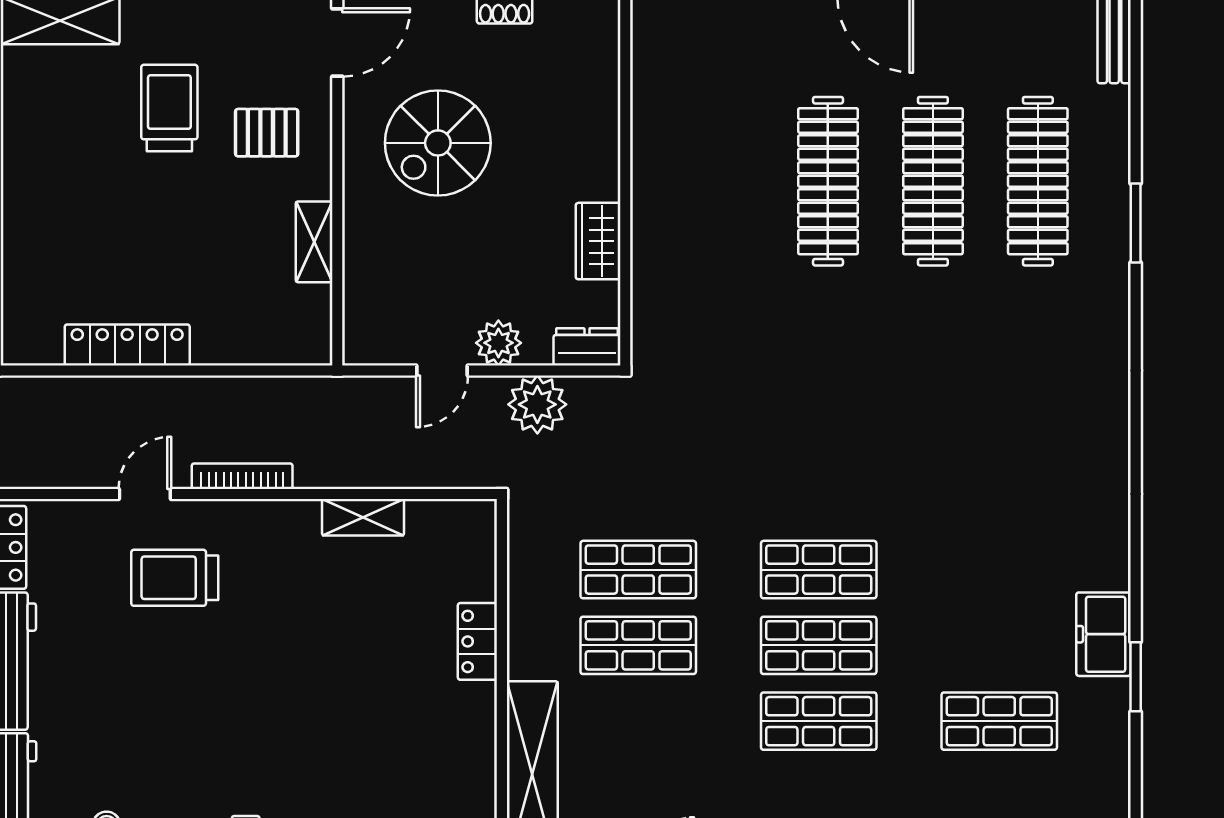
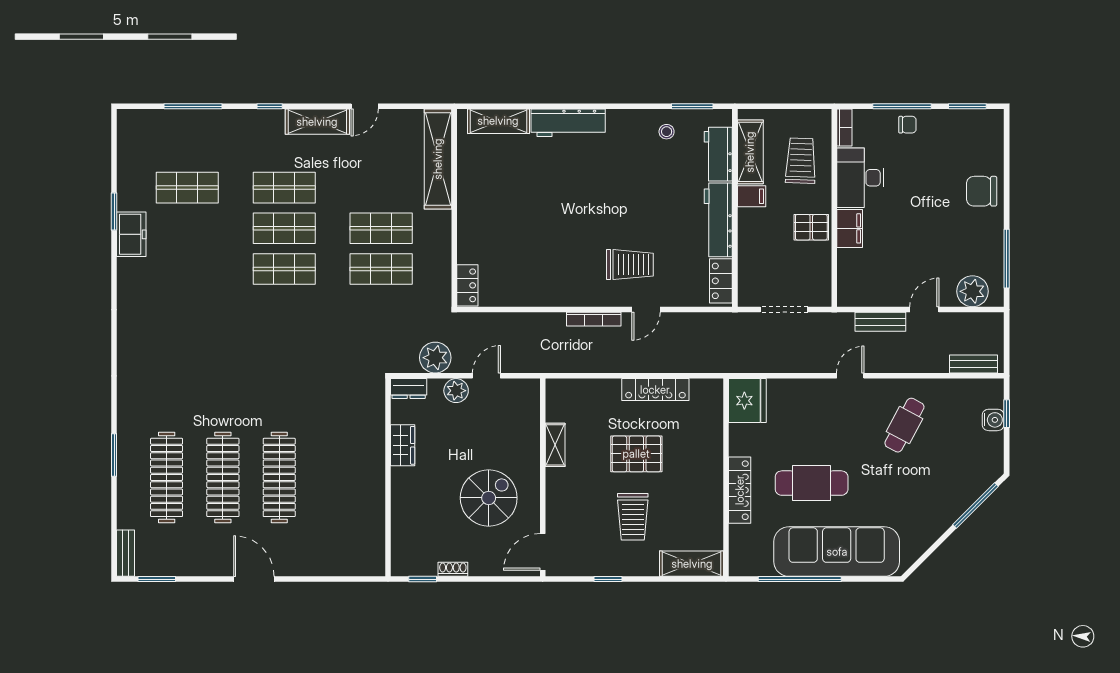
pallet: (267, 133) -> (636, 454), moved, width x1.50, depth x1.42
shelving: (363, 517) -> (529, 297), removed
locker: (477, 641) -> (467, 285), moved

